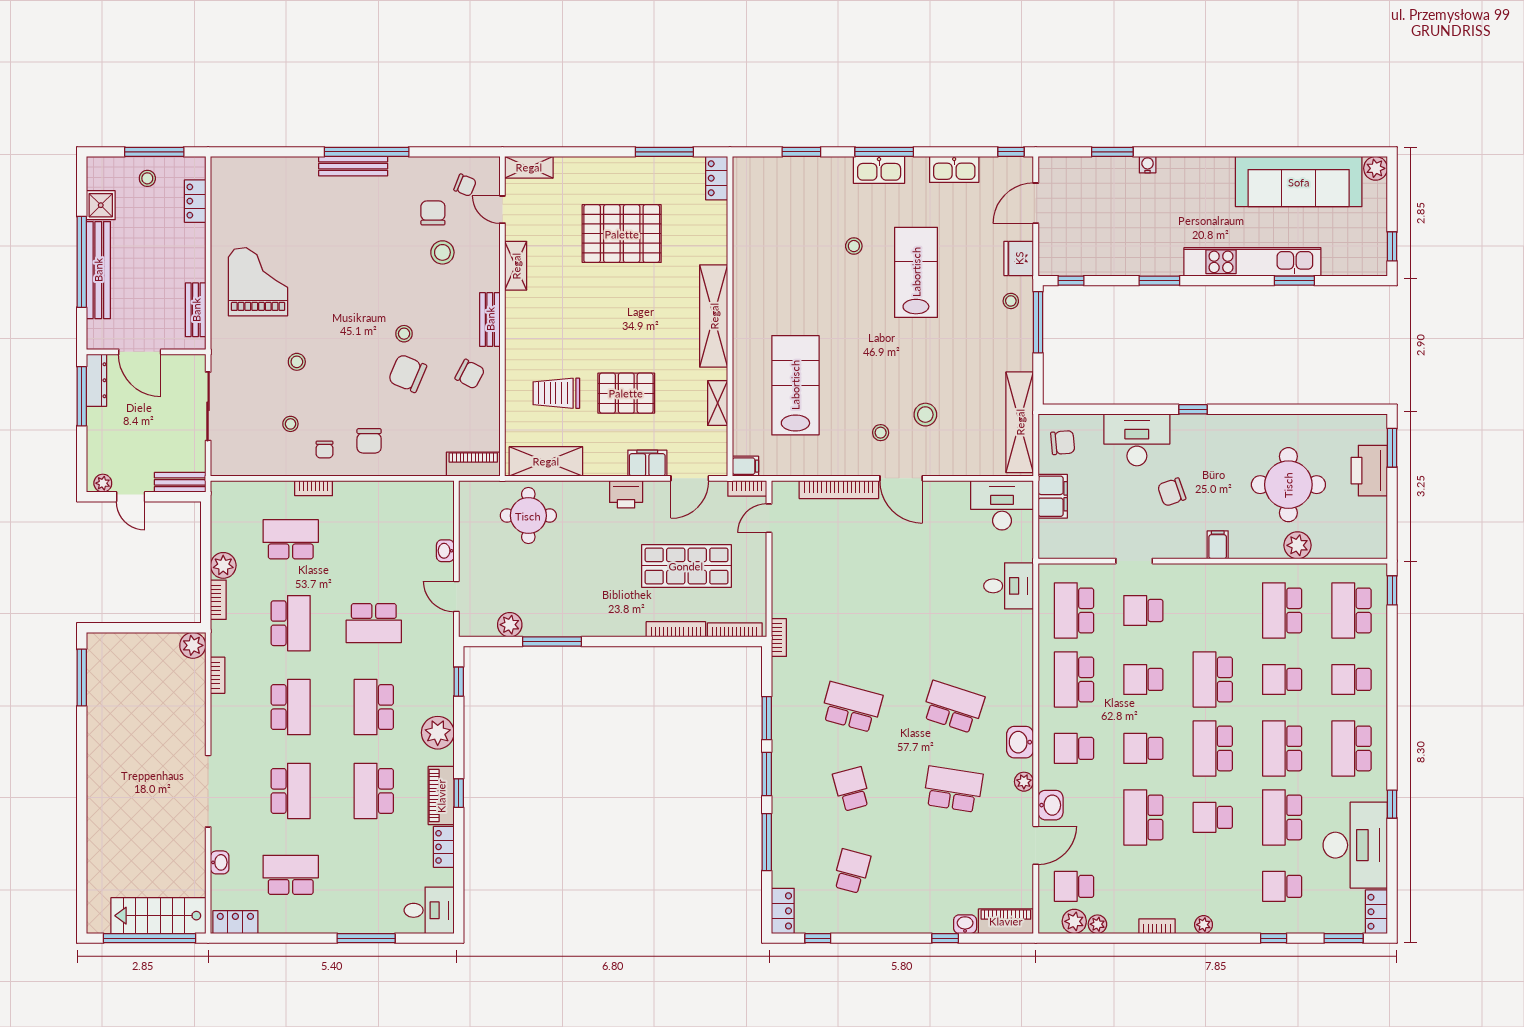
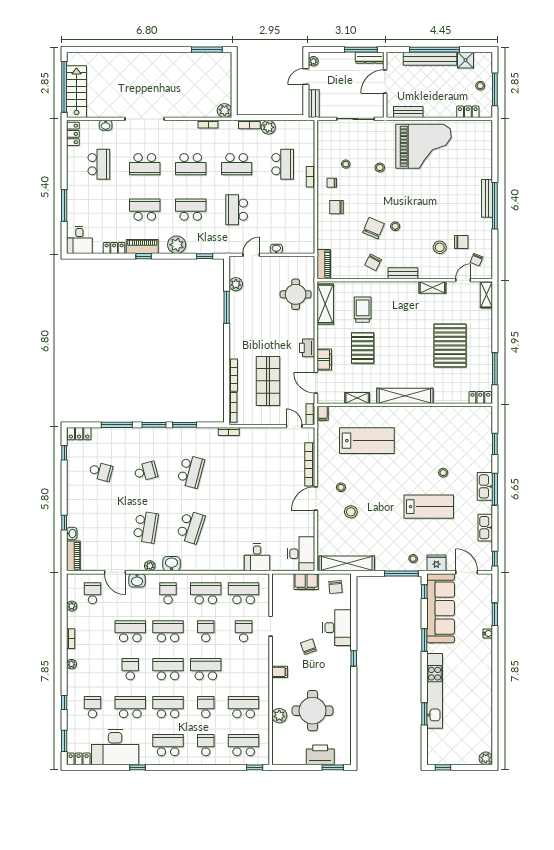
sofa: (1299, 182) -> (441, 608), moved, turned 180
grand piano: (258, 282) -> (424, 146), width x1.37, depth x1.48
school desk: (1143, 748) -> (168, 631), width x1.85
plant: (1074, 921) -> (73, 593), removed

